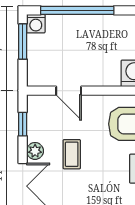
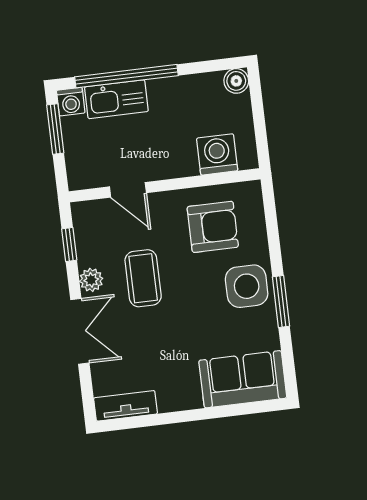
kitchen sink: (68, 26) -> (116, 99), added
coffee table: (72, 154) -> (143, 278), width x1.36, depth x1.30

